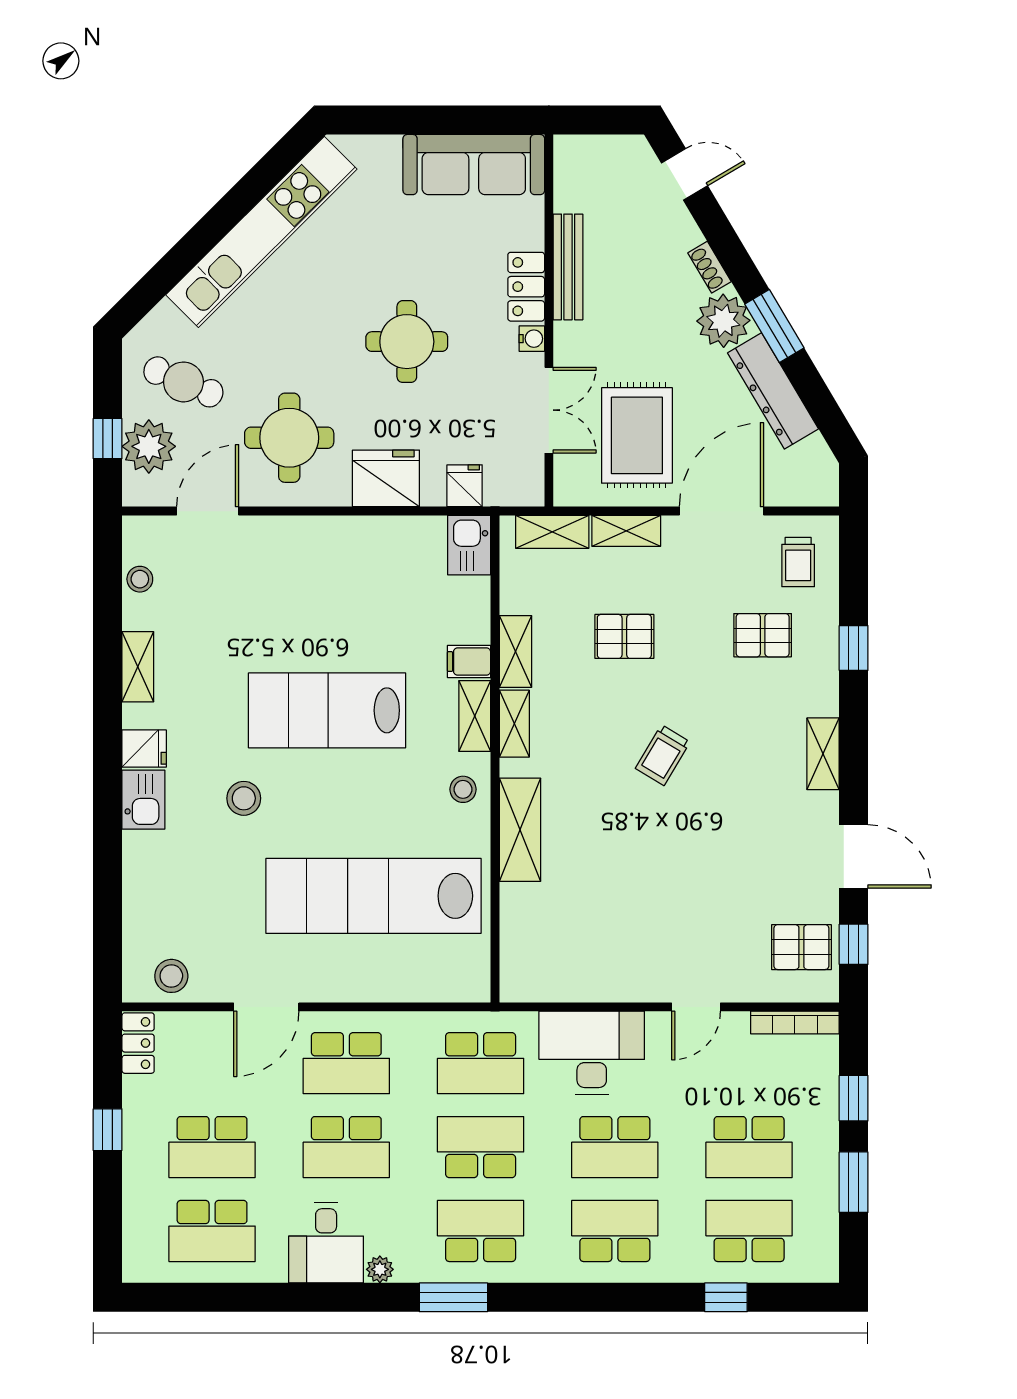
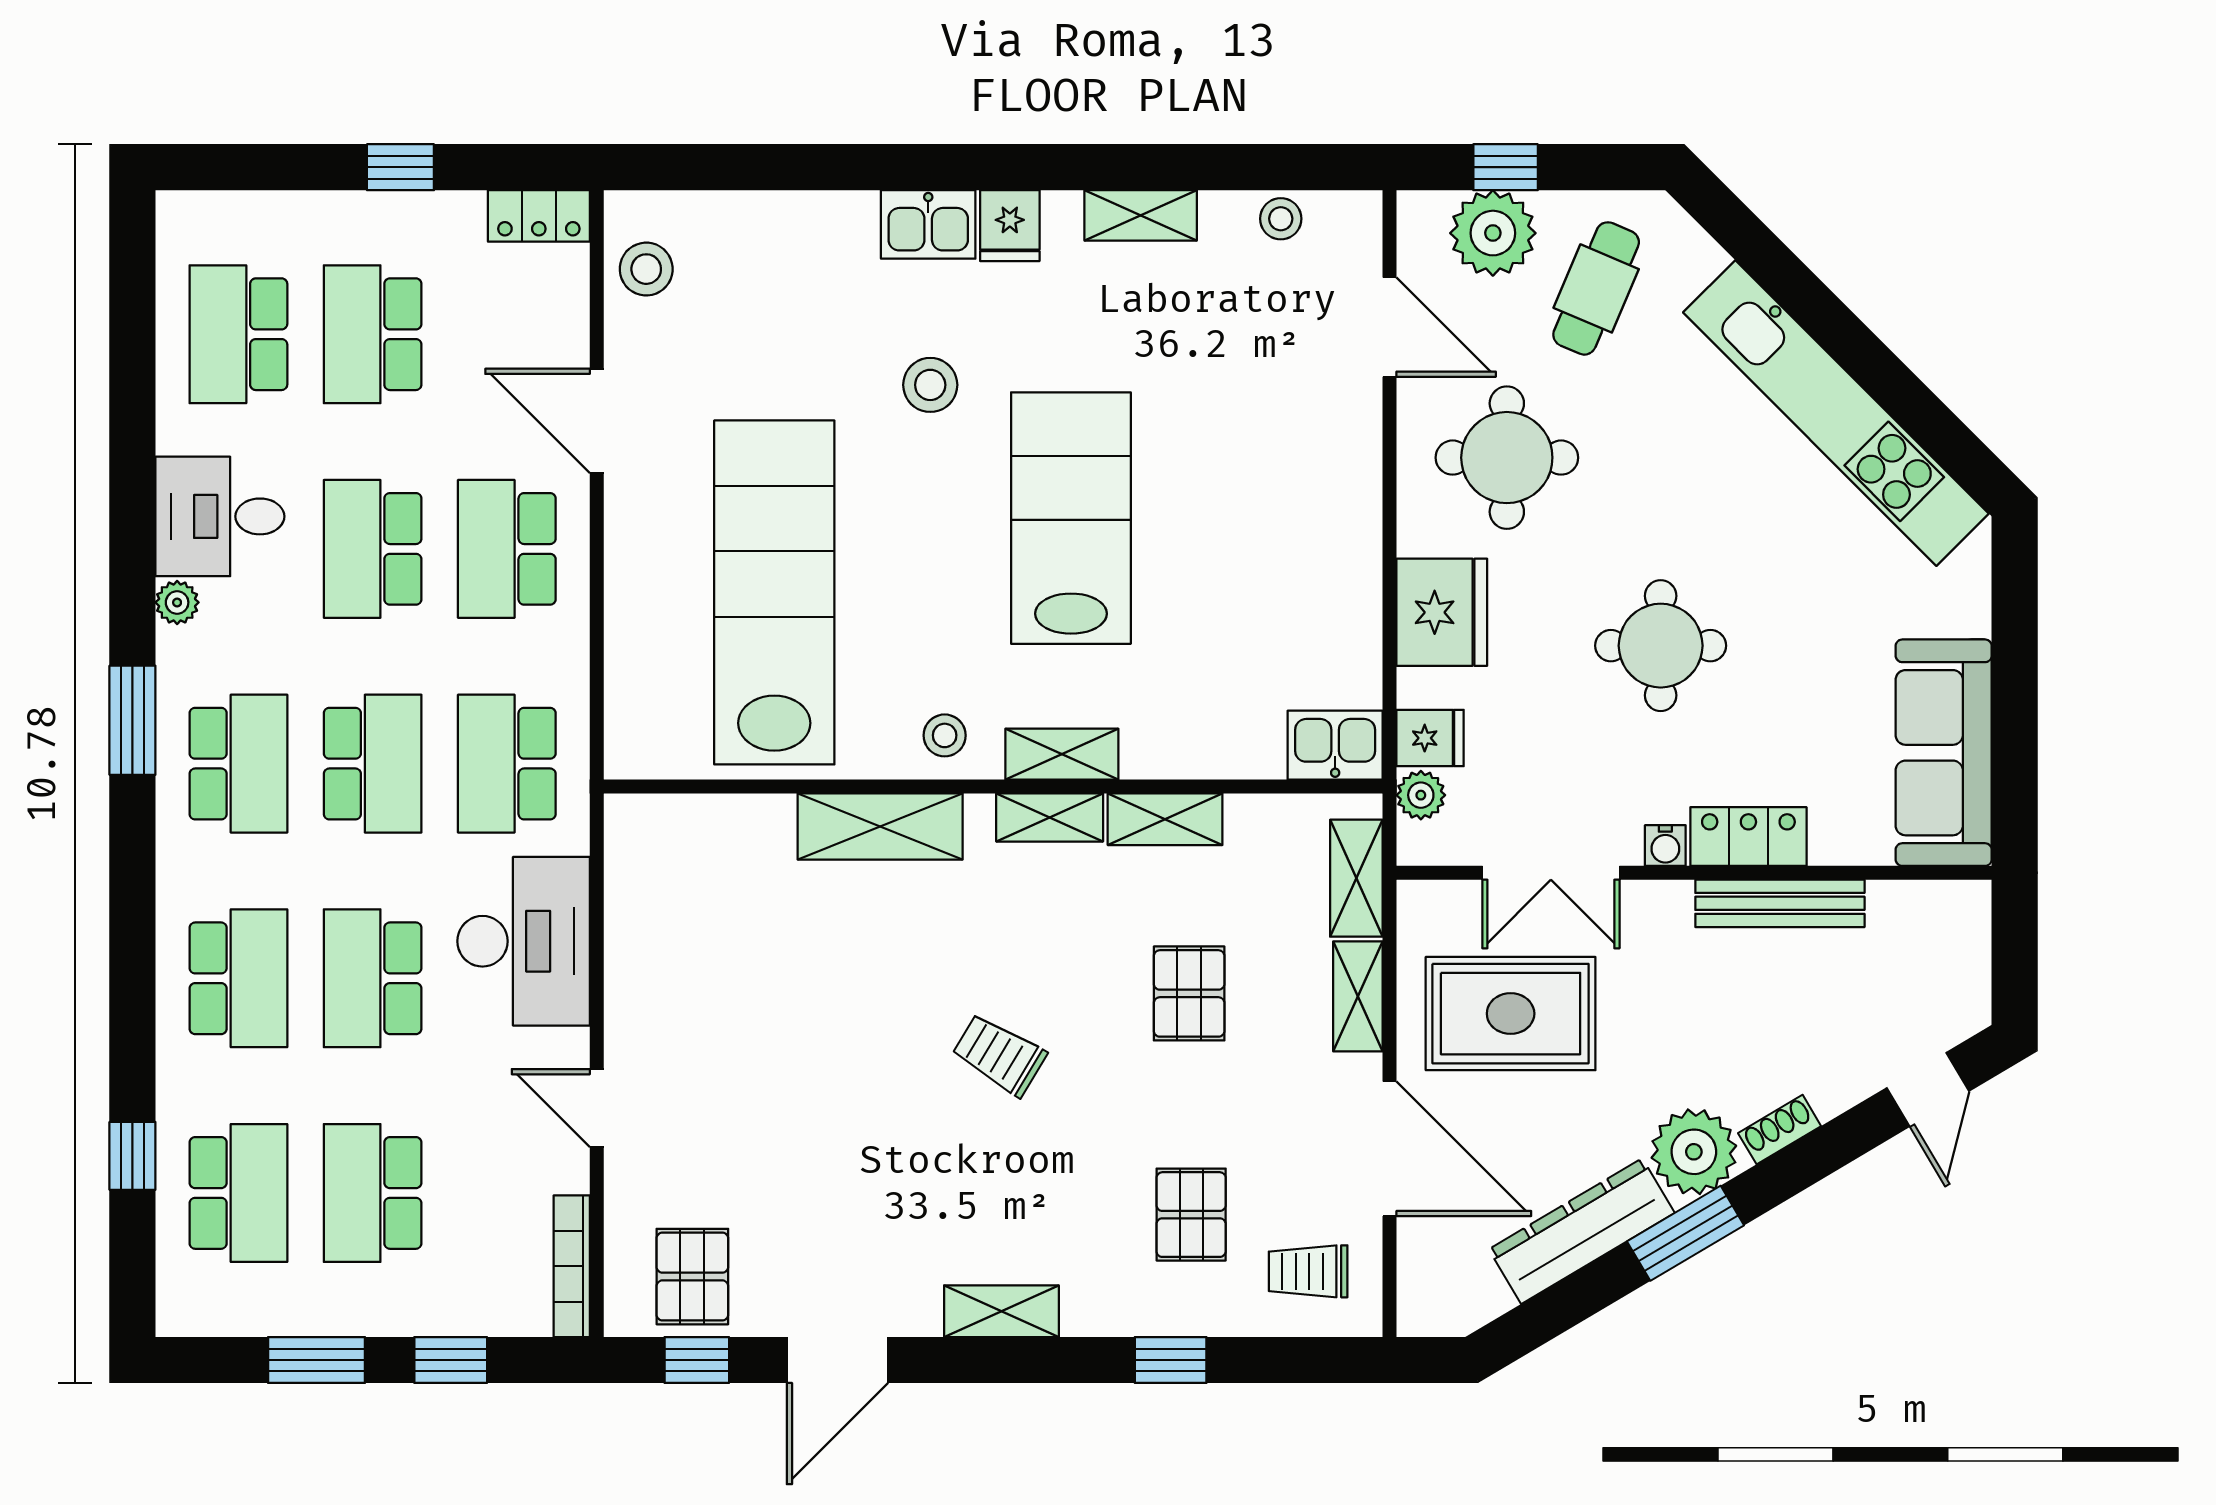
plant: (500, 492) -> (1421, 795), added
filing cabinet: (469, 662) -> (1149, 745), removed

